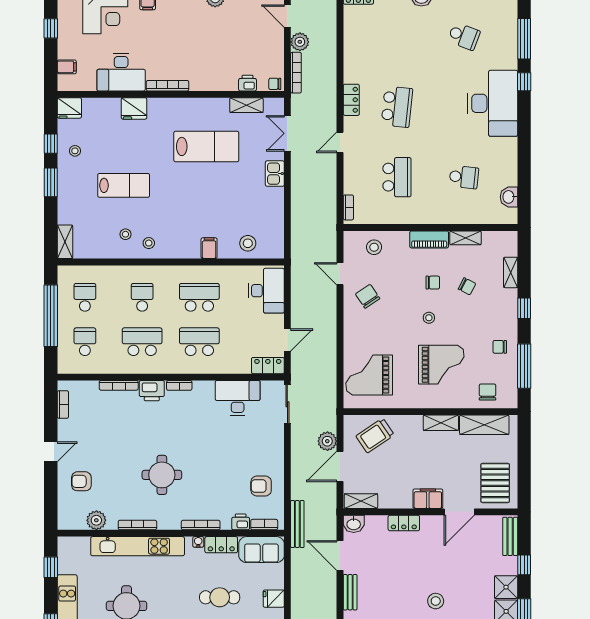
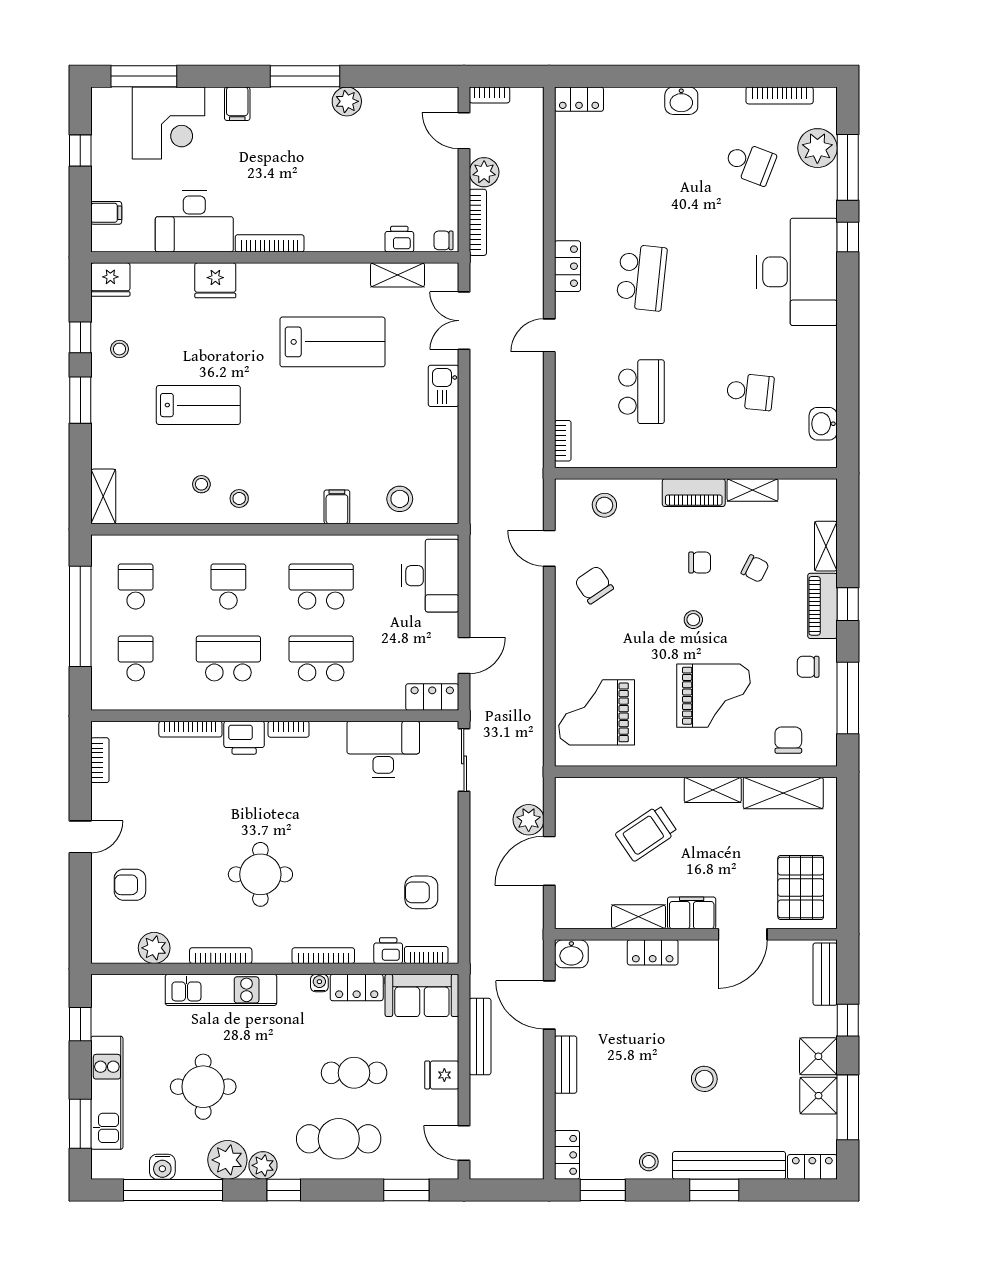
plant: (505, 27) -> (817, 148), added
piano: (509, 309) -> (822, 606), added
trolley: (375, 436) -> (646, 833), moved
shelving: (361, 501) -> (639, 917), moved
bench: (297, 524) -> (480, 1037), moved
kitchen unit: (138, 546) -> (221, 990), width x0.73

